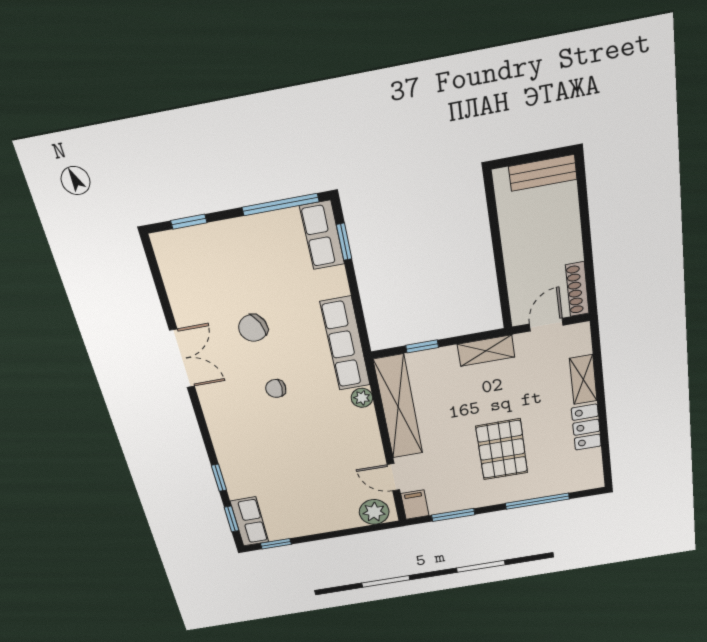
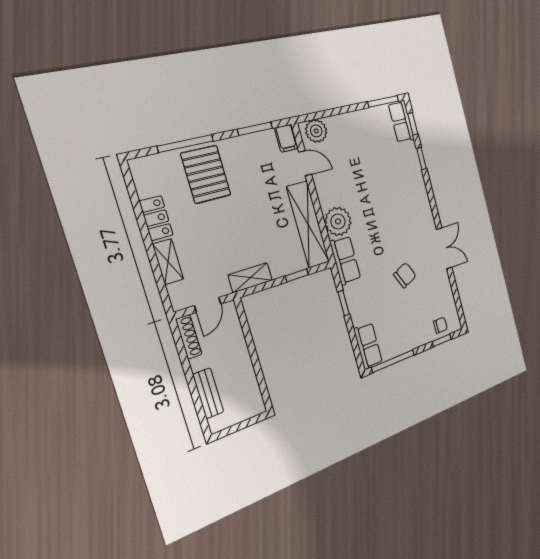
bench: (543, 173) -> (208, 393), moved, turned 90
window: (344, 242) -> (344, 303), moved
row of seats: (345, 344) -> (345, 260), width x0.68
double door: (182, 358) -> (444, 248), swing flipped
chair: (276, 388) -> (440, 325), moved
plant: (362, 398) -> (338, 221), width x1.88, depth x1.88
pallet: (502, 449) -> (206, 174), moved
window: (276, 544) -> (383, 101), width x1.50

